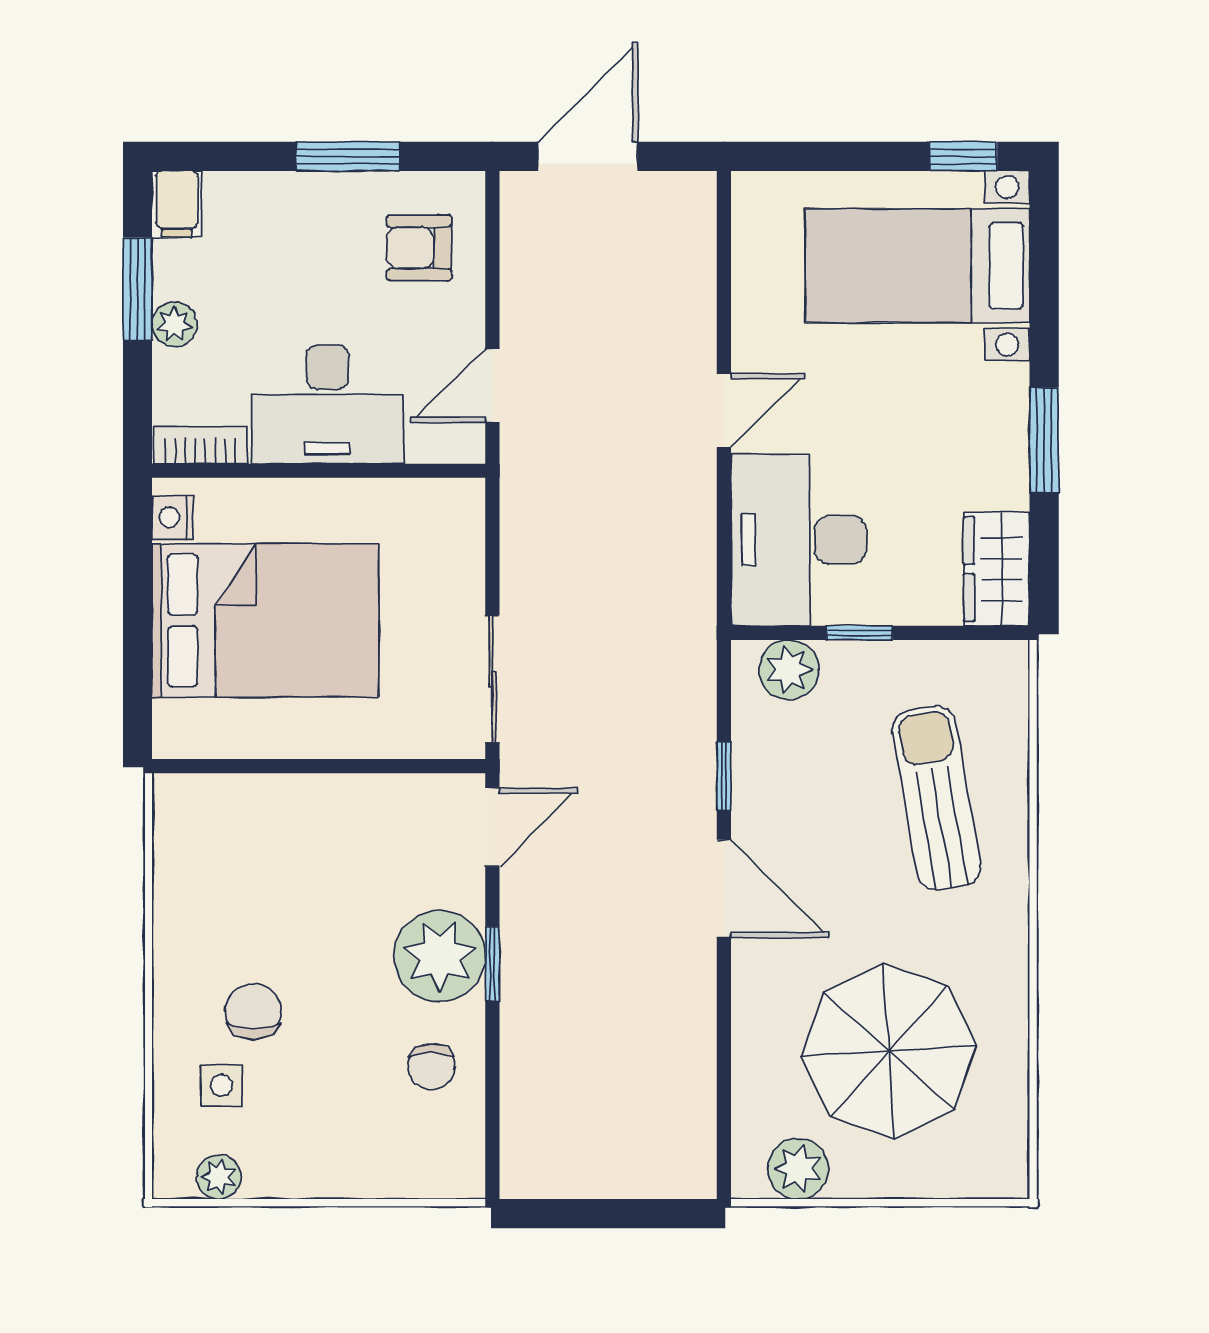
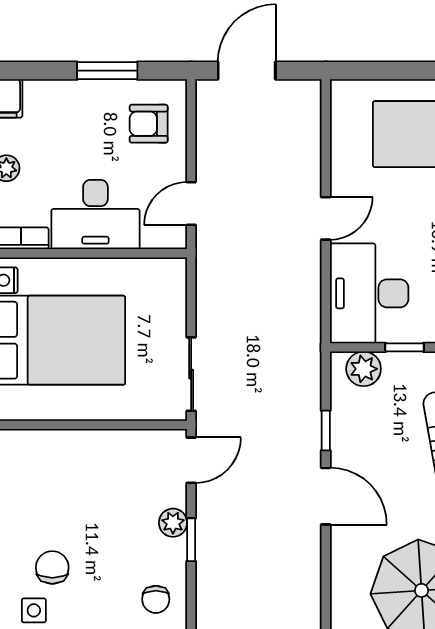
plant: (440, 956) -> (173, 523), width x0.53, depth x0.53

